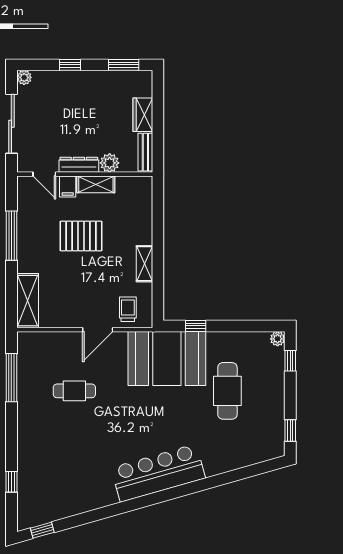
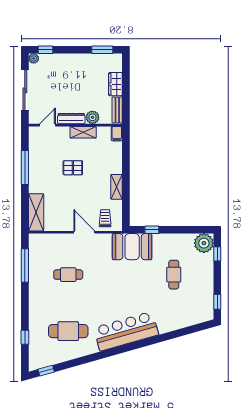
window: (70, 65) -> (46, 50), moved
door: (44, 174) -> (48, 125), swing flipped
filing cabinet: (68, 187) -> (117, 134), moved
pallet: (81, 236) -> (73, 168), width x0.67, depth x0.71
door: (98, 330) -> (84, 232), swing flipped
plant: (278, 339) -> (204, 243), width x1.87, depth x1.87
booth: (167, 358) -> (132, 247), width x0.73, depth x0.70
cafe table: (227, 391) -> (174, 275), width x0.73, depth x0.74
cafe table: (74, 473) -> (68, 331), added

